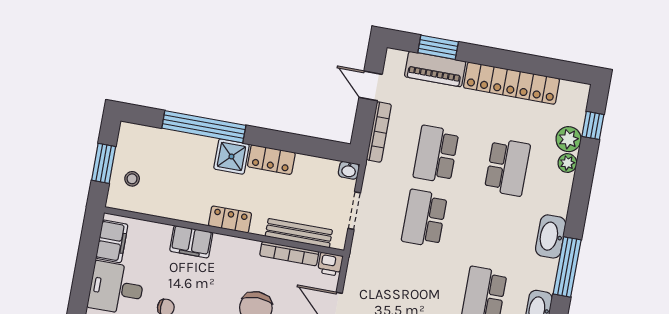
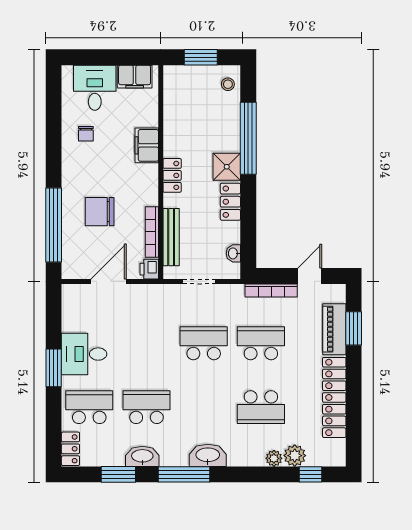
washbasin: (349, 170) -> (233, 253), moved
stool: (132, 179) -> (228, 84), moved

